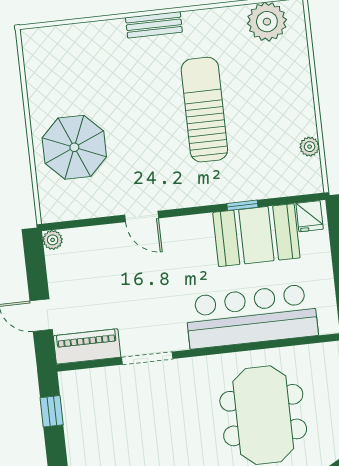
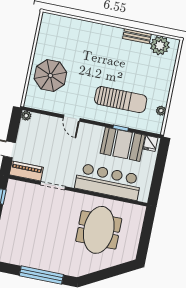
bench: (154, 25) -> (137, 36), moved
sun lounger: (204, 110) -> (121, 100), moved, turned 90

